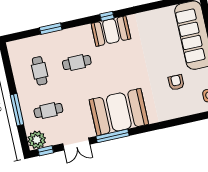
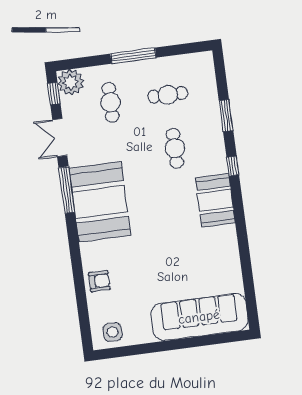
window: (107, 16) -> (233, 166), moved
armchair: (176, 82) -> (99, 281), moved
window: (17, 110) -> (133, 56), moved

